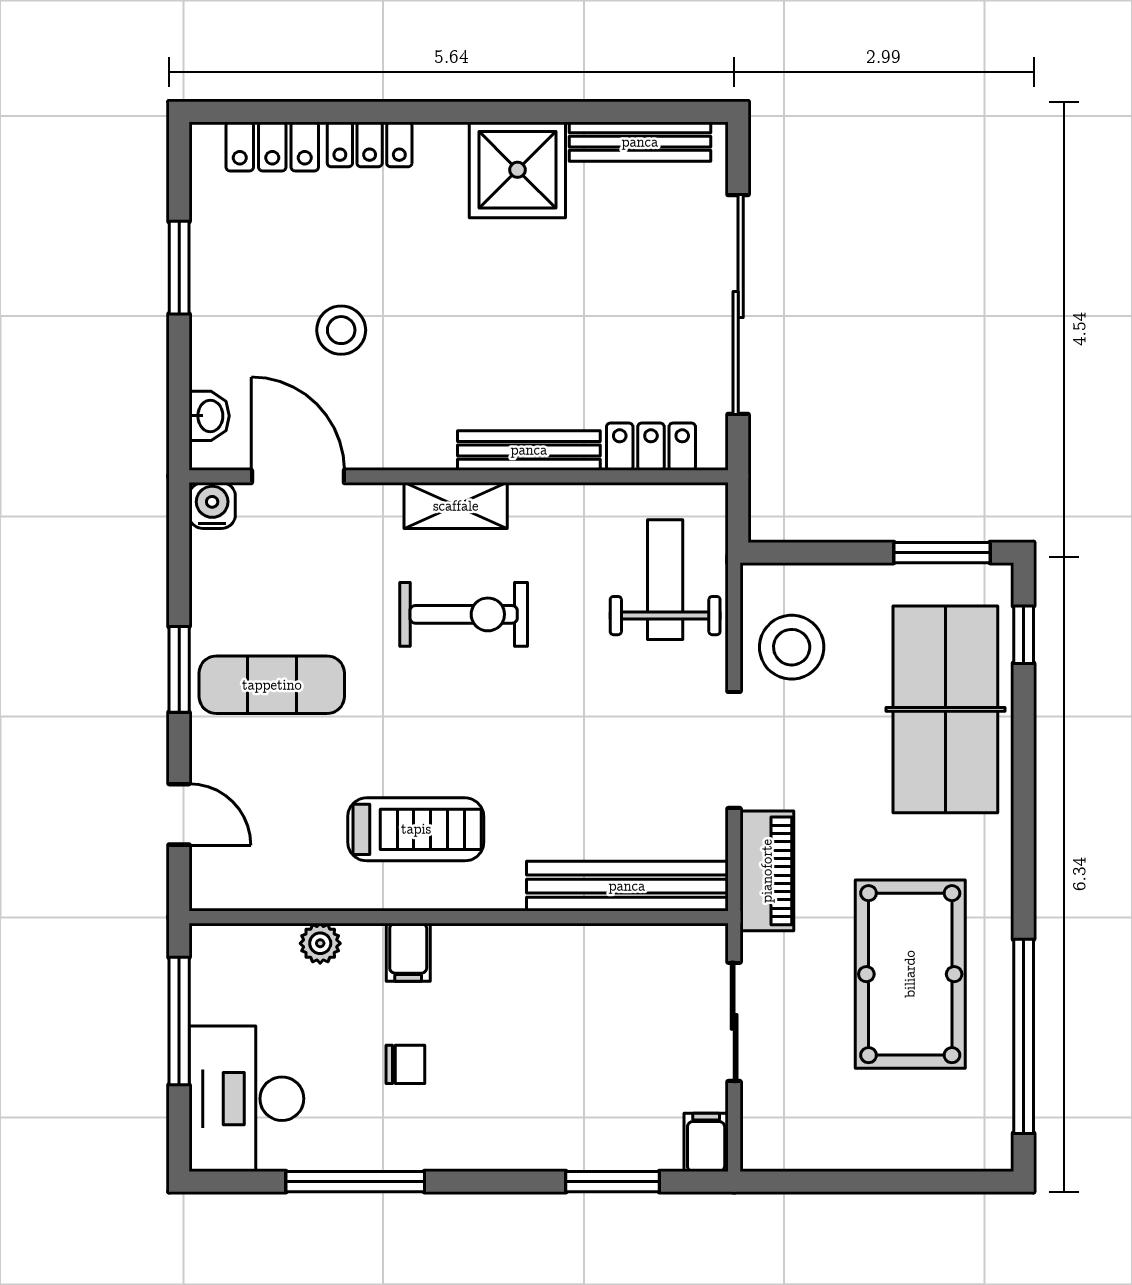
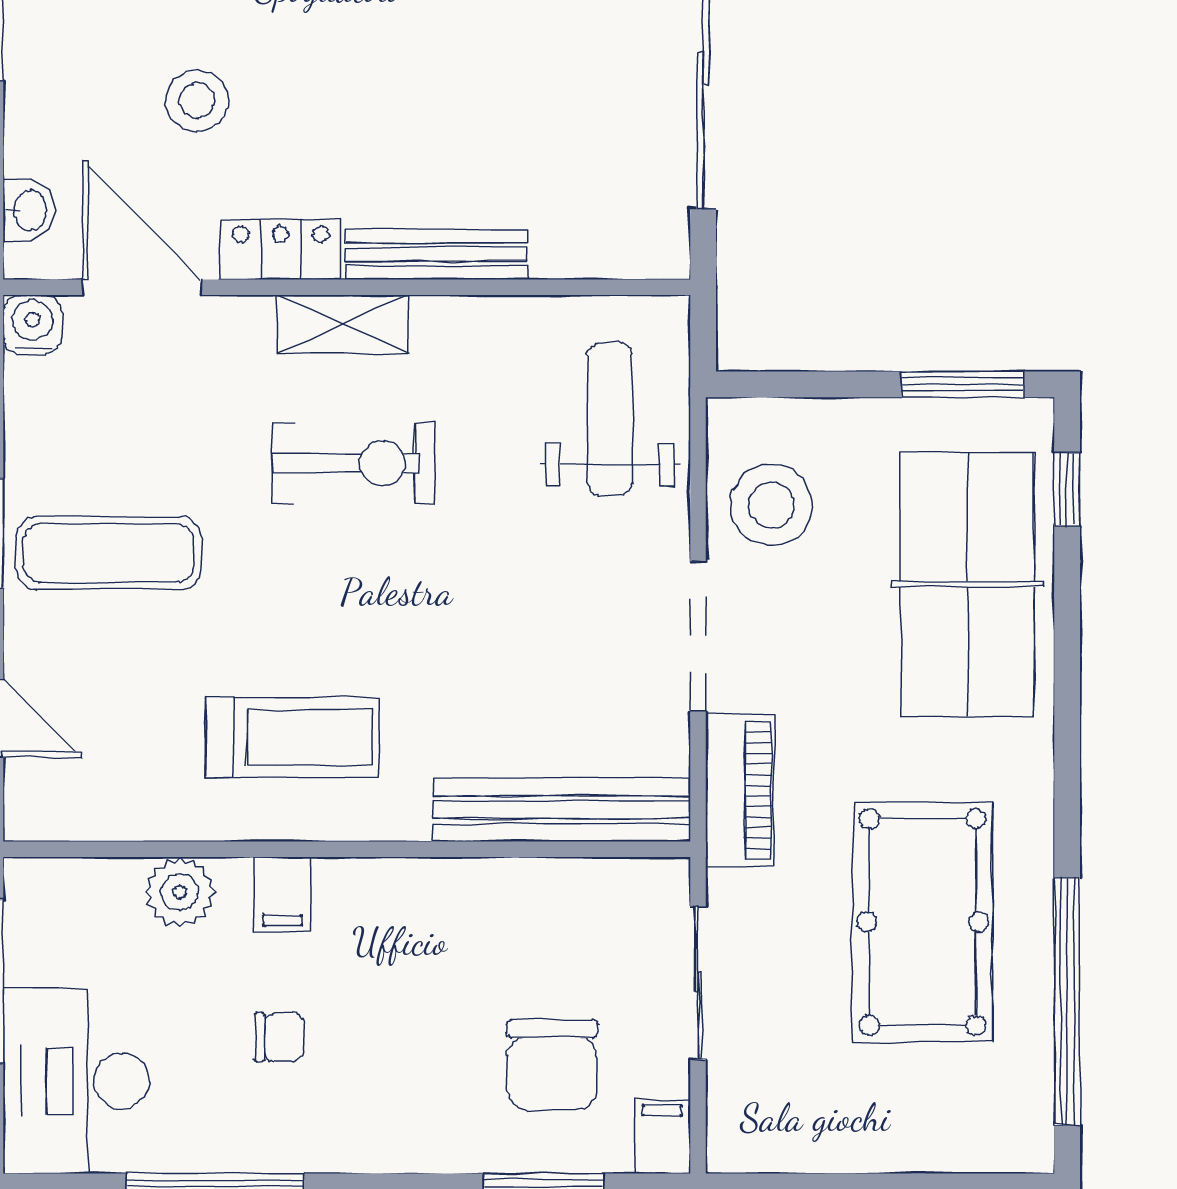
locker: (651, 447) -> (281, 249), moved
plant: (320, 943) -> (180, 892), width x1.38, depth x1.38
chair: (620, 1086) -> (552, 1065), added

